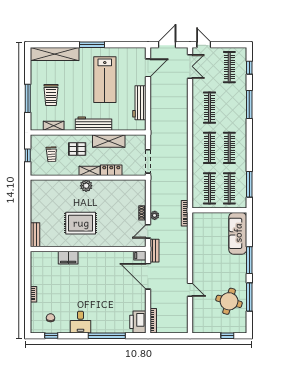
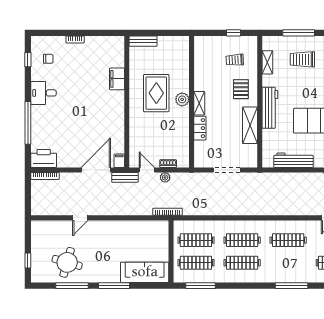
locker: (111, 170) -> (200, 128), moved
shelving: (89, 171) -> (199, 103), moved
wall: (88, 178) -> (191, 102), moved
plant: (86, 186) -> (182, 99), moved

